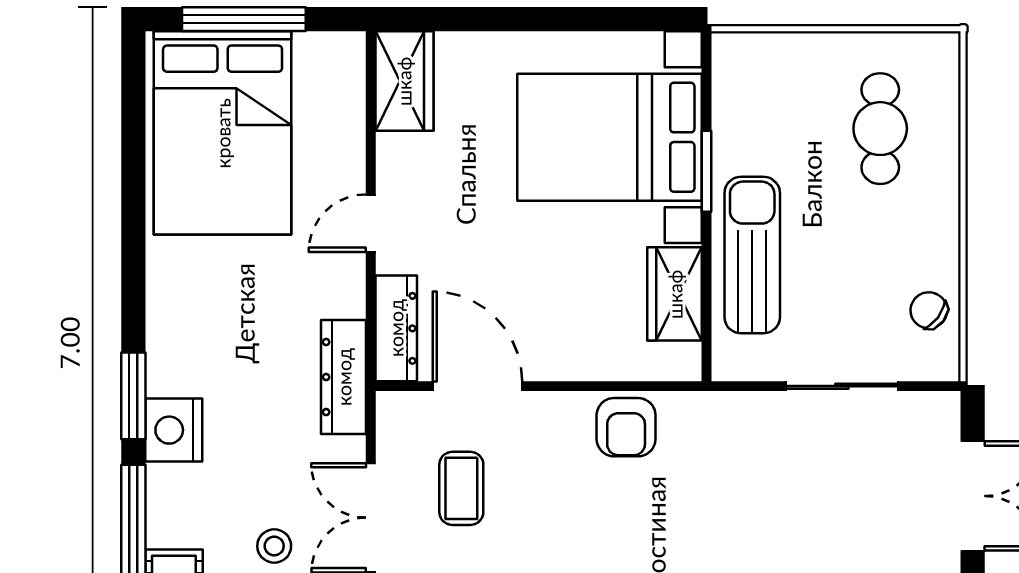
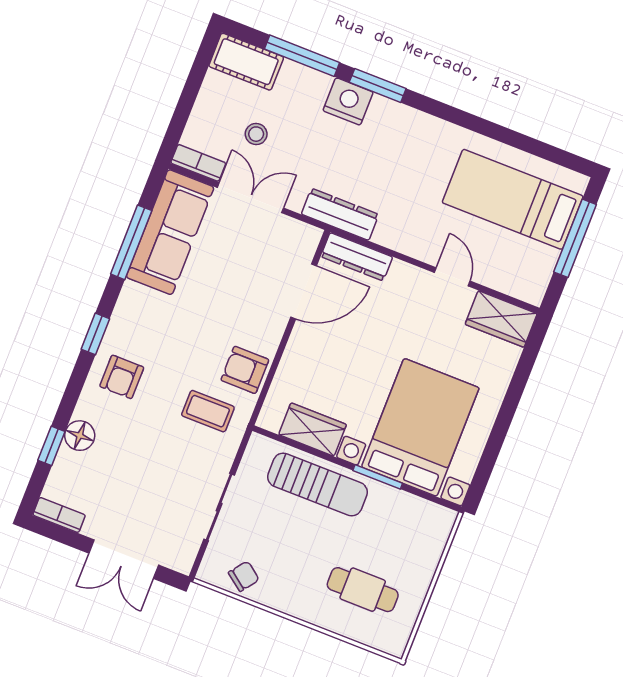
bed: (223, 133) -> (513, 199), width x0.67
door: (371, 223) -> (452, 277), moved
coffee table: (461, 488) -> (208, 411), moved

